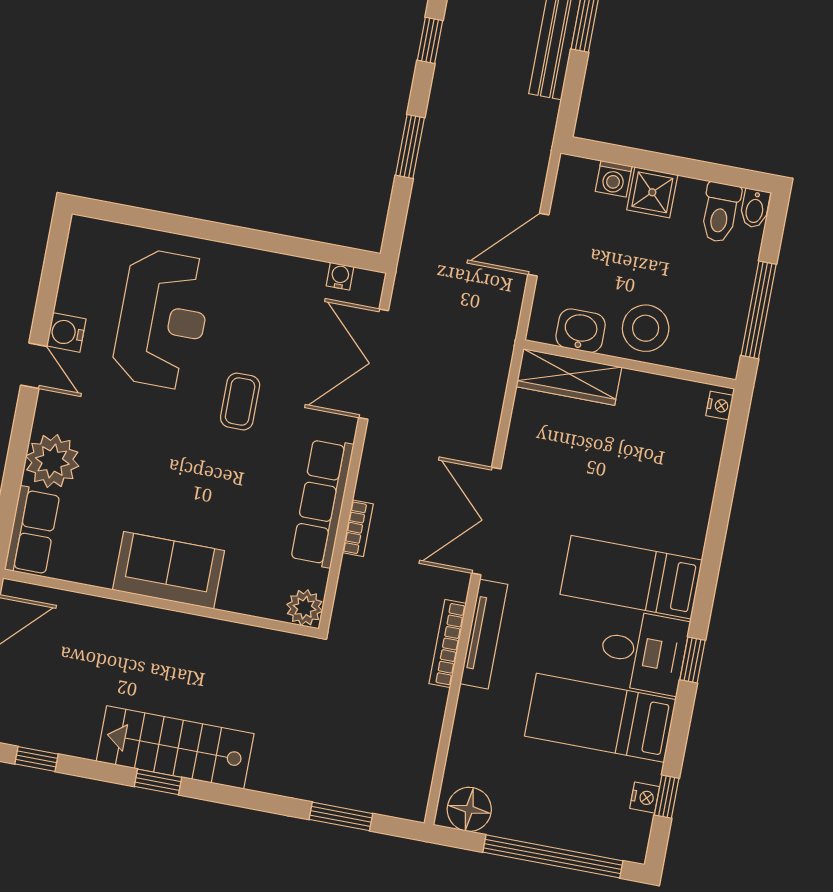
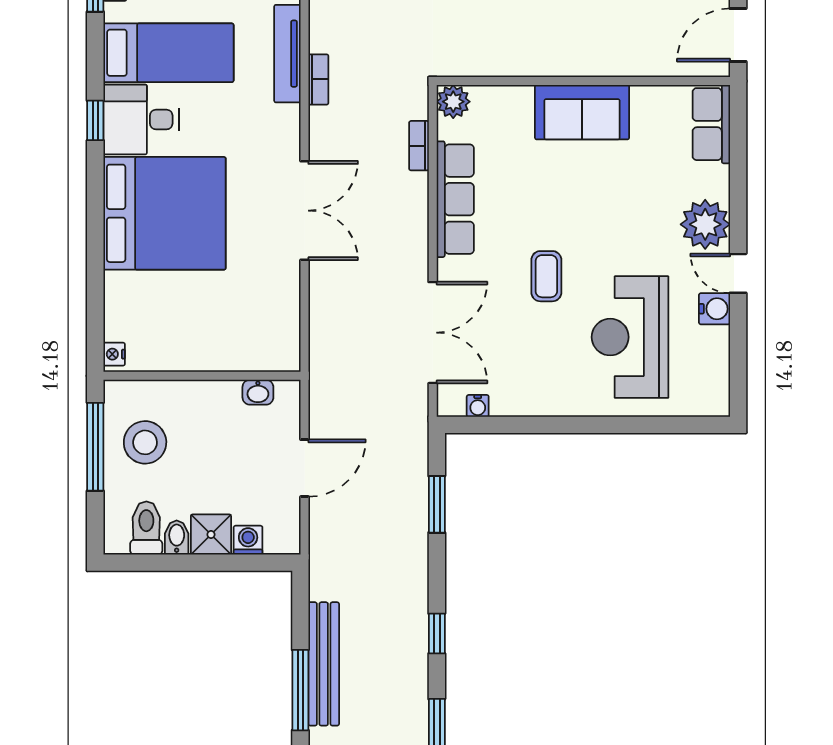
window: (410, 146) -> (437, 504), moved
bidet: (755, 208) -> (177, 538), moved
stool: (646, 328) -> (145, 442), moved
washbasin: (581, 331) -> (258, 392), width x0.72, depth x0.69
wardrobe: (569, 377) -> (255, 354), removed
plant: (52, 461) -> (705, 224), moved
bookcase: (358, 528) -> (419, 146), moved
bed: (631, 577) -> (164, 213), width x2.04
tv unit: (484, 634) -> (287, 54), moved
bookcase: (448, 644) -> (318, 79), width x0.64

